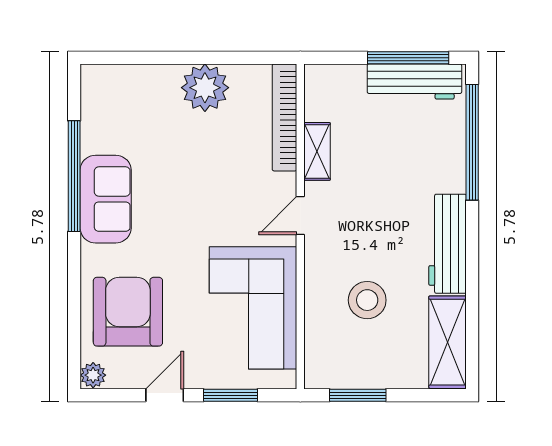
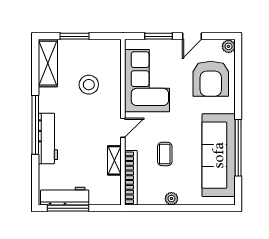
plant: (205, 88) -> (171, 199), width x0.53, depth x0.53
window: (472, 142) -> (35, 125), moved
coffee table: (218, 164) -> (165, 154), added
sofa: (106, 199) -> (219, 155), width x1.85, depth x1.27
workbench: (447, 244) -> (48, 138), moved
window: (358, 395) -> (75, 36), moved

